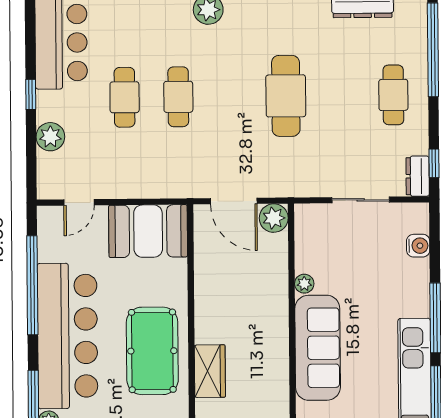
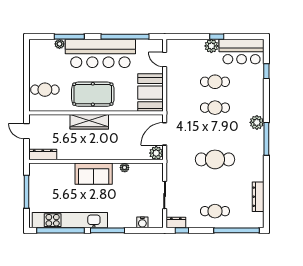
plant: (50, 137) -> (211, 46), moved
sofa: (318, 348) -> (94, 174), width x0.73
wardrobe: (210, 371) -> (89, 122), width x1.50

